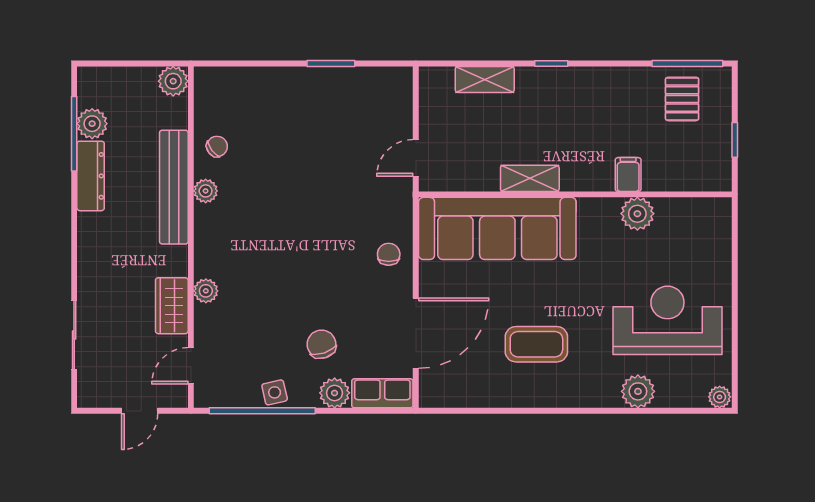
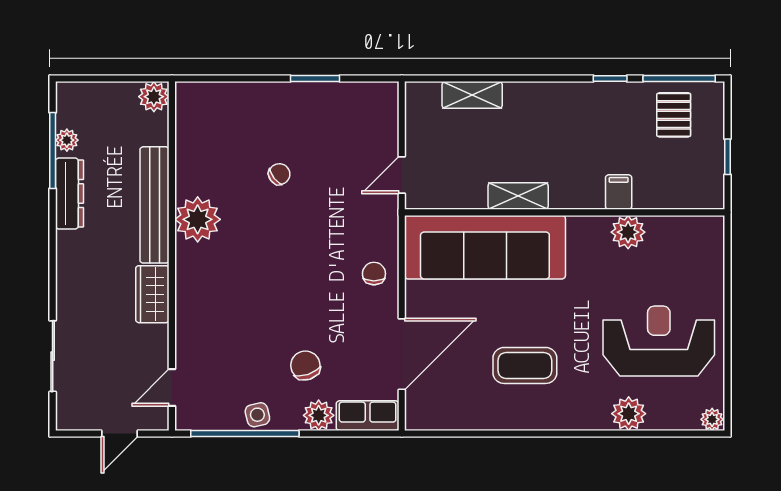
window: (551, 63) -> (610, 79), moved
plant: (92, 124) -> (67, 140), width x0.73, depth x0.73
chair: (217, 146) -> (279, 174), moved
plant: (206, 191) -> (198, 219), width x1.88, depth x1.88
plant: (206, 291) -> (187, 311), removed
wardrobe: (172, 306) -> (152, 294), moved

